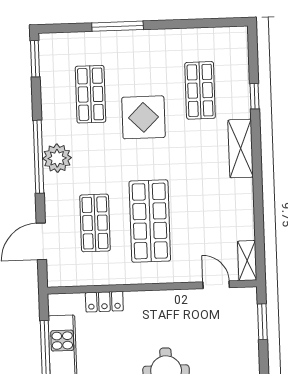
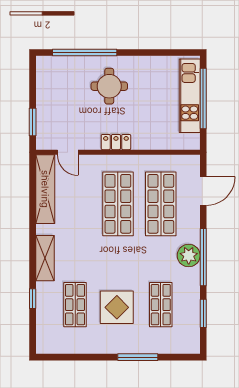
window: (35, 59) -> (203, 313), moved
display table: (143, 117) -> (117, 307), moved
shop shelf: (95, 223) -> (161, 204), width x1.43, depth x1.36
shelving: (247, 261) -> (45, 189), width x2.20, depth x1.33
locker: (104, 302) -> (116, 142), moved

